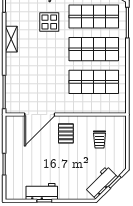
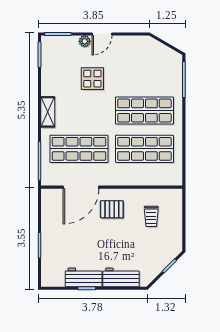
shop shelf: (94, 17) -> (79, 149), moved
shelving: (11, 39) -> (48, 112), moved
pallet: (66, 133) -> (112, 209), turned 90
workbench: (101, 182) -> (121, 277), moved, turned 45

